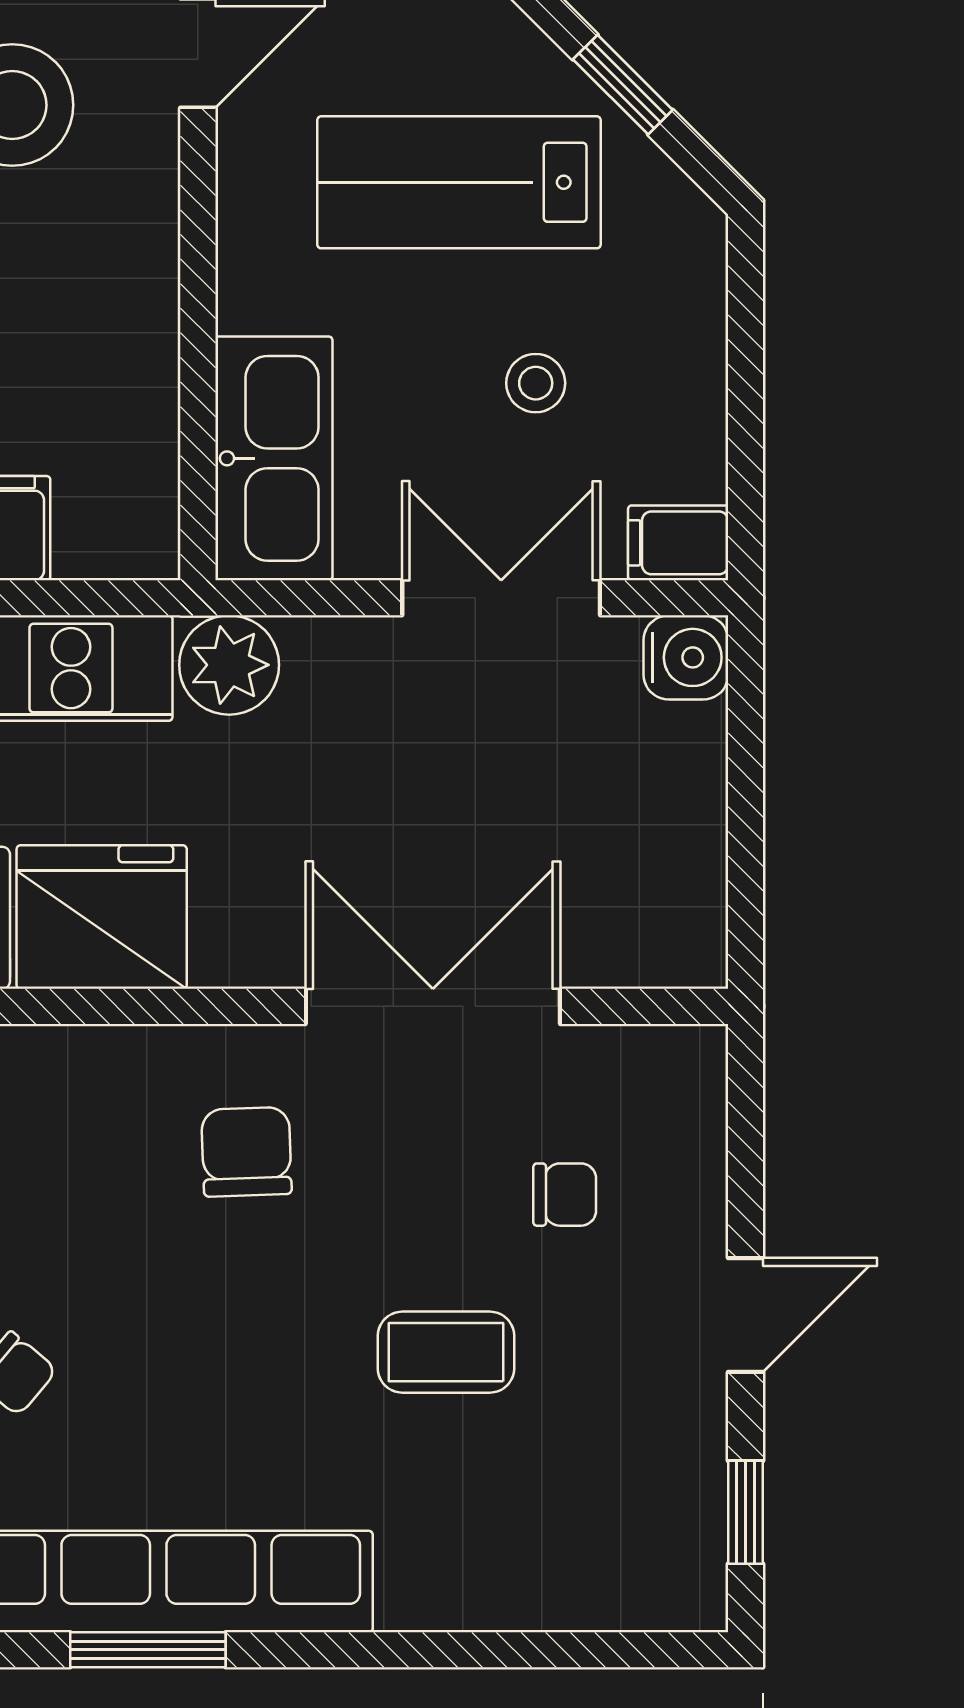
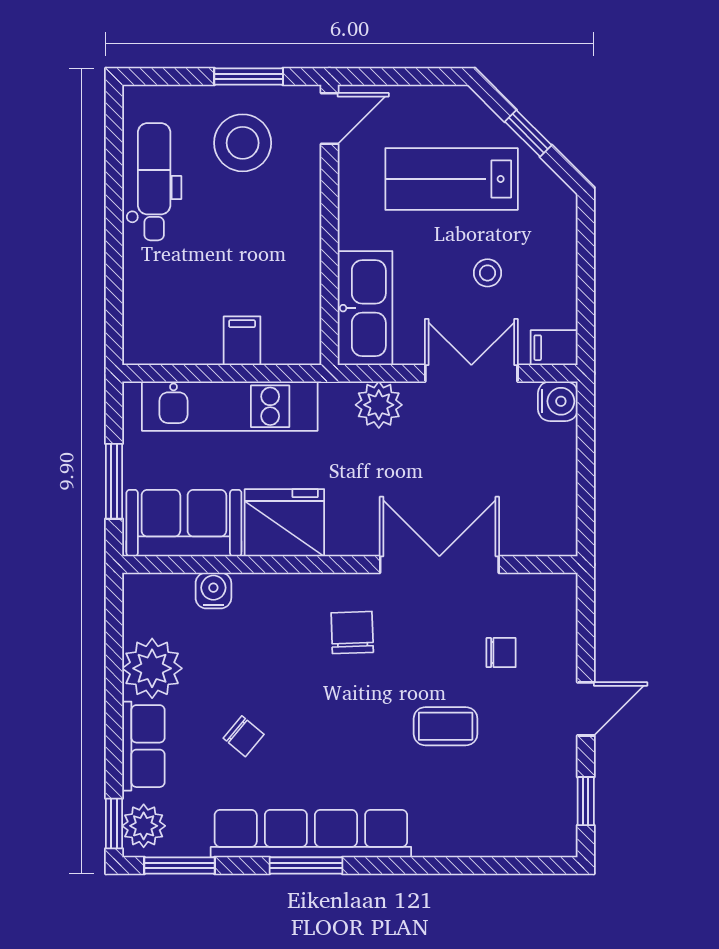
plant: (229, 665) -> (379, 405), moved

